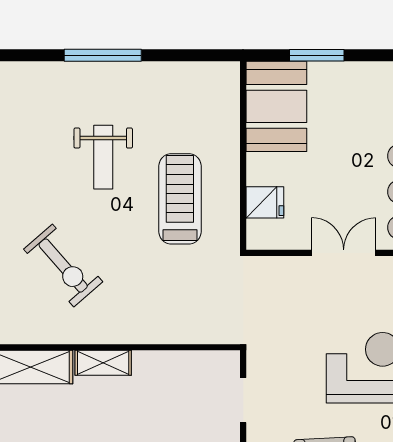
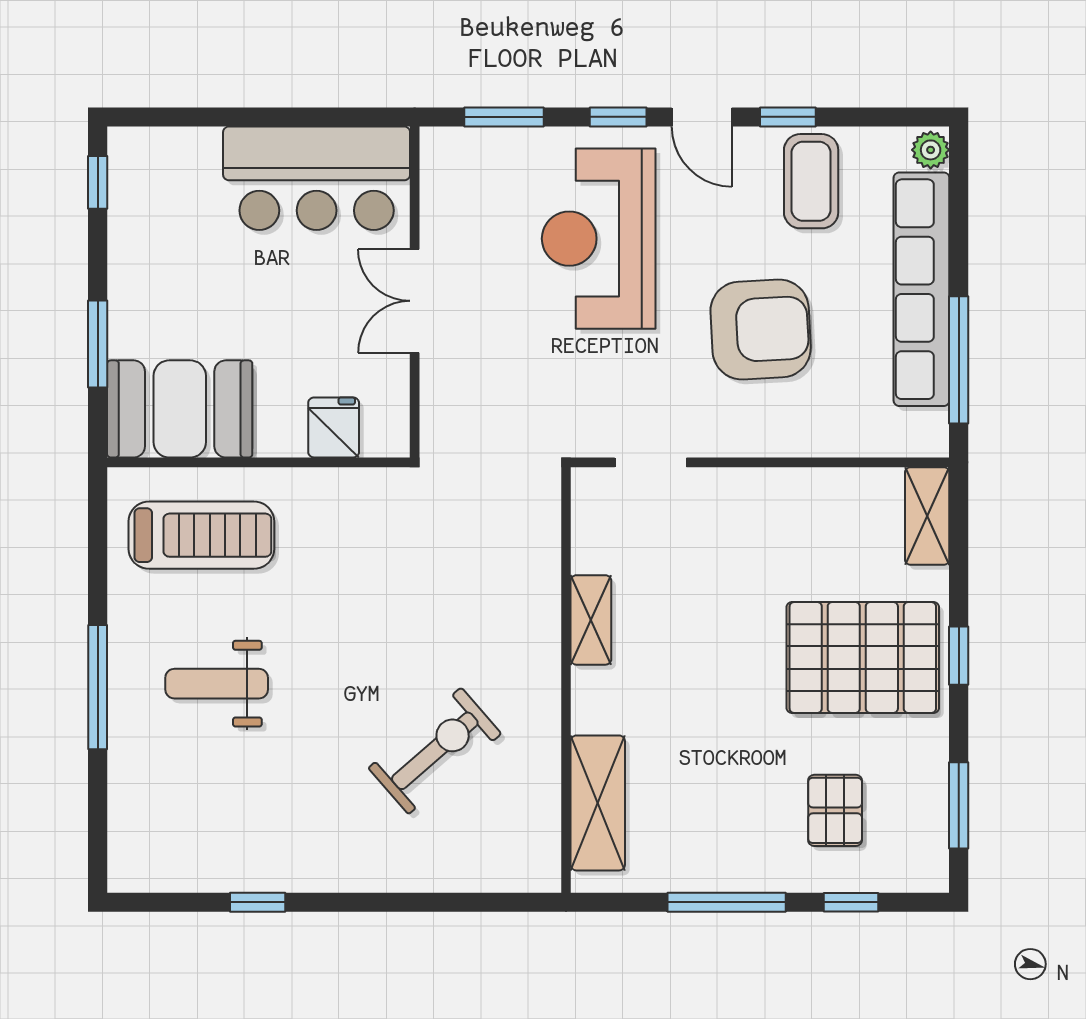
weight bench: (103, 157) -> (217, 684), moved, turned 180
treadmill: (180, 199) -> (201, 535), moved, turned 180
shelving: (103, 363) -> (591, 620), moved

